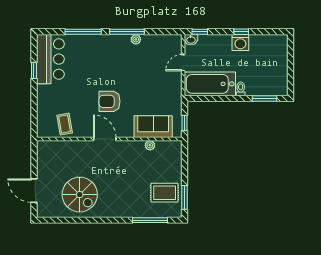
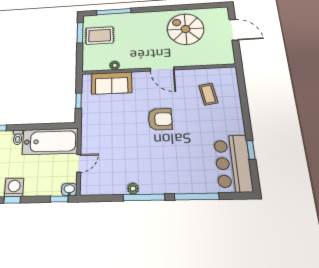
sofa: (153, 127) -> (112, 83), moved
door: (105, 139) -> (162, 69), moved
wall: (109, 139) -> (158, 69), moved
plant: (150, 145) -> (115, 65), moved

